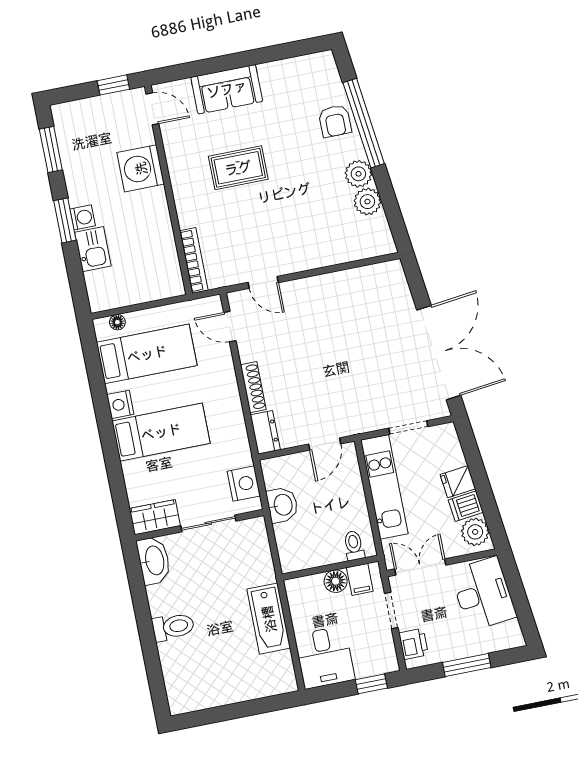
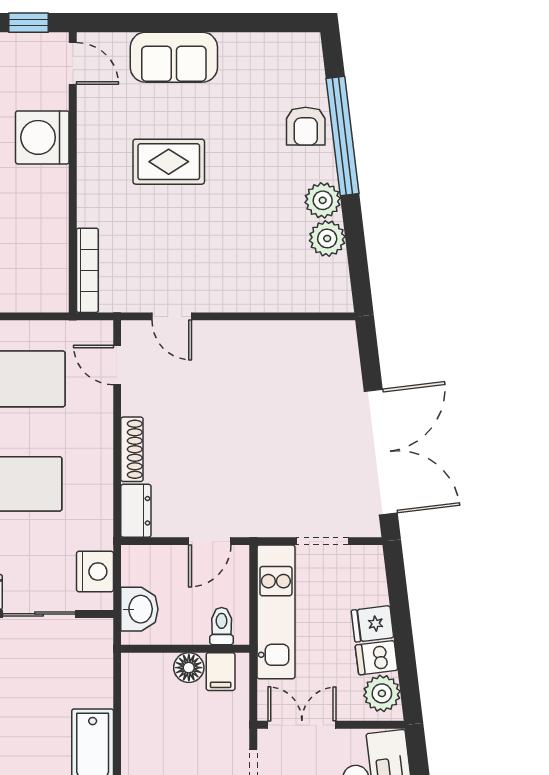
toilet: (354, 546) -> (222, 626), moved
wall: (330, 568) -> (185, 649), moved
filing cabinet: (360, 579) -> (221, 672), moved
floor lamp: (336, 581) -> (189, 668), moved

